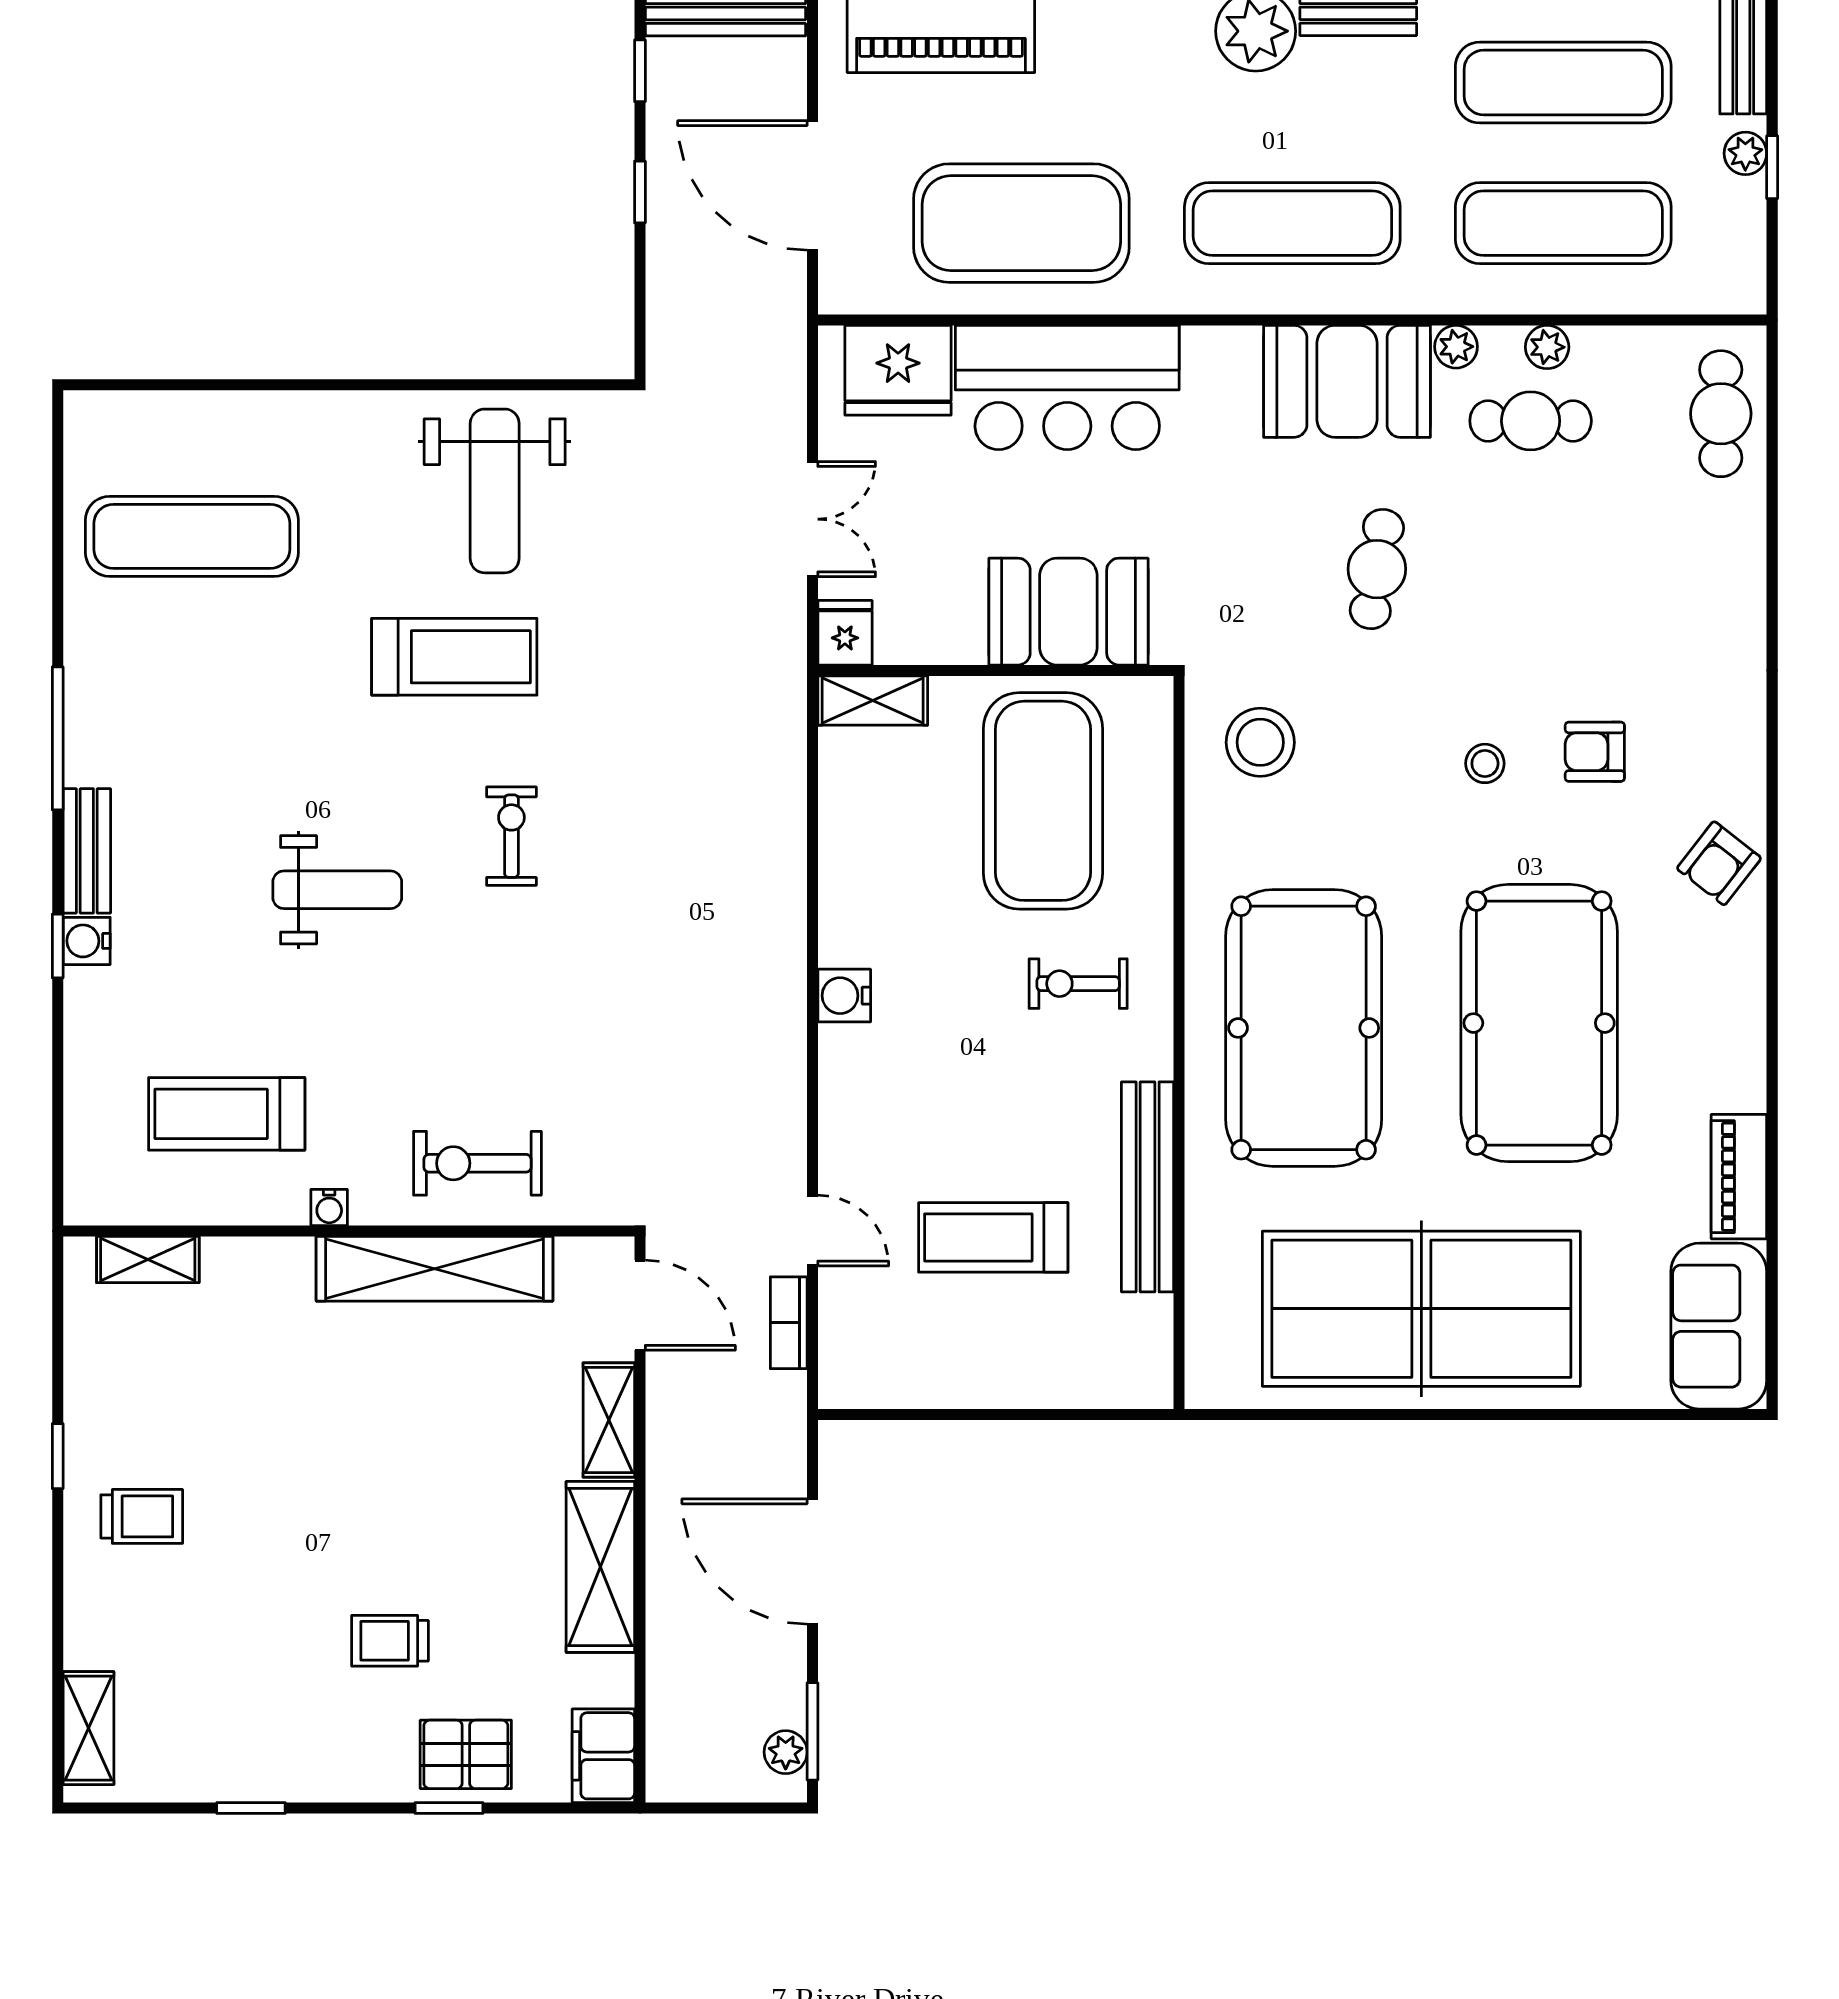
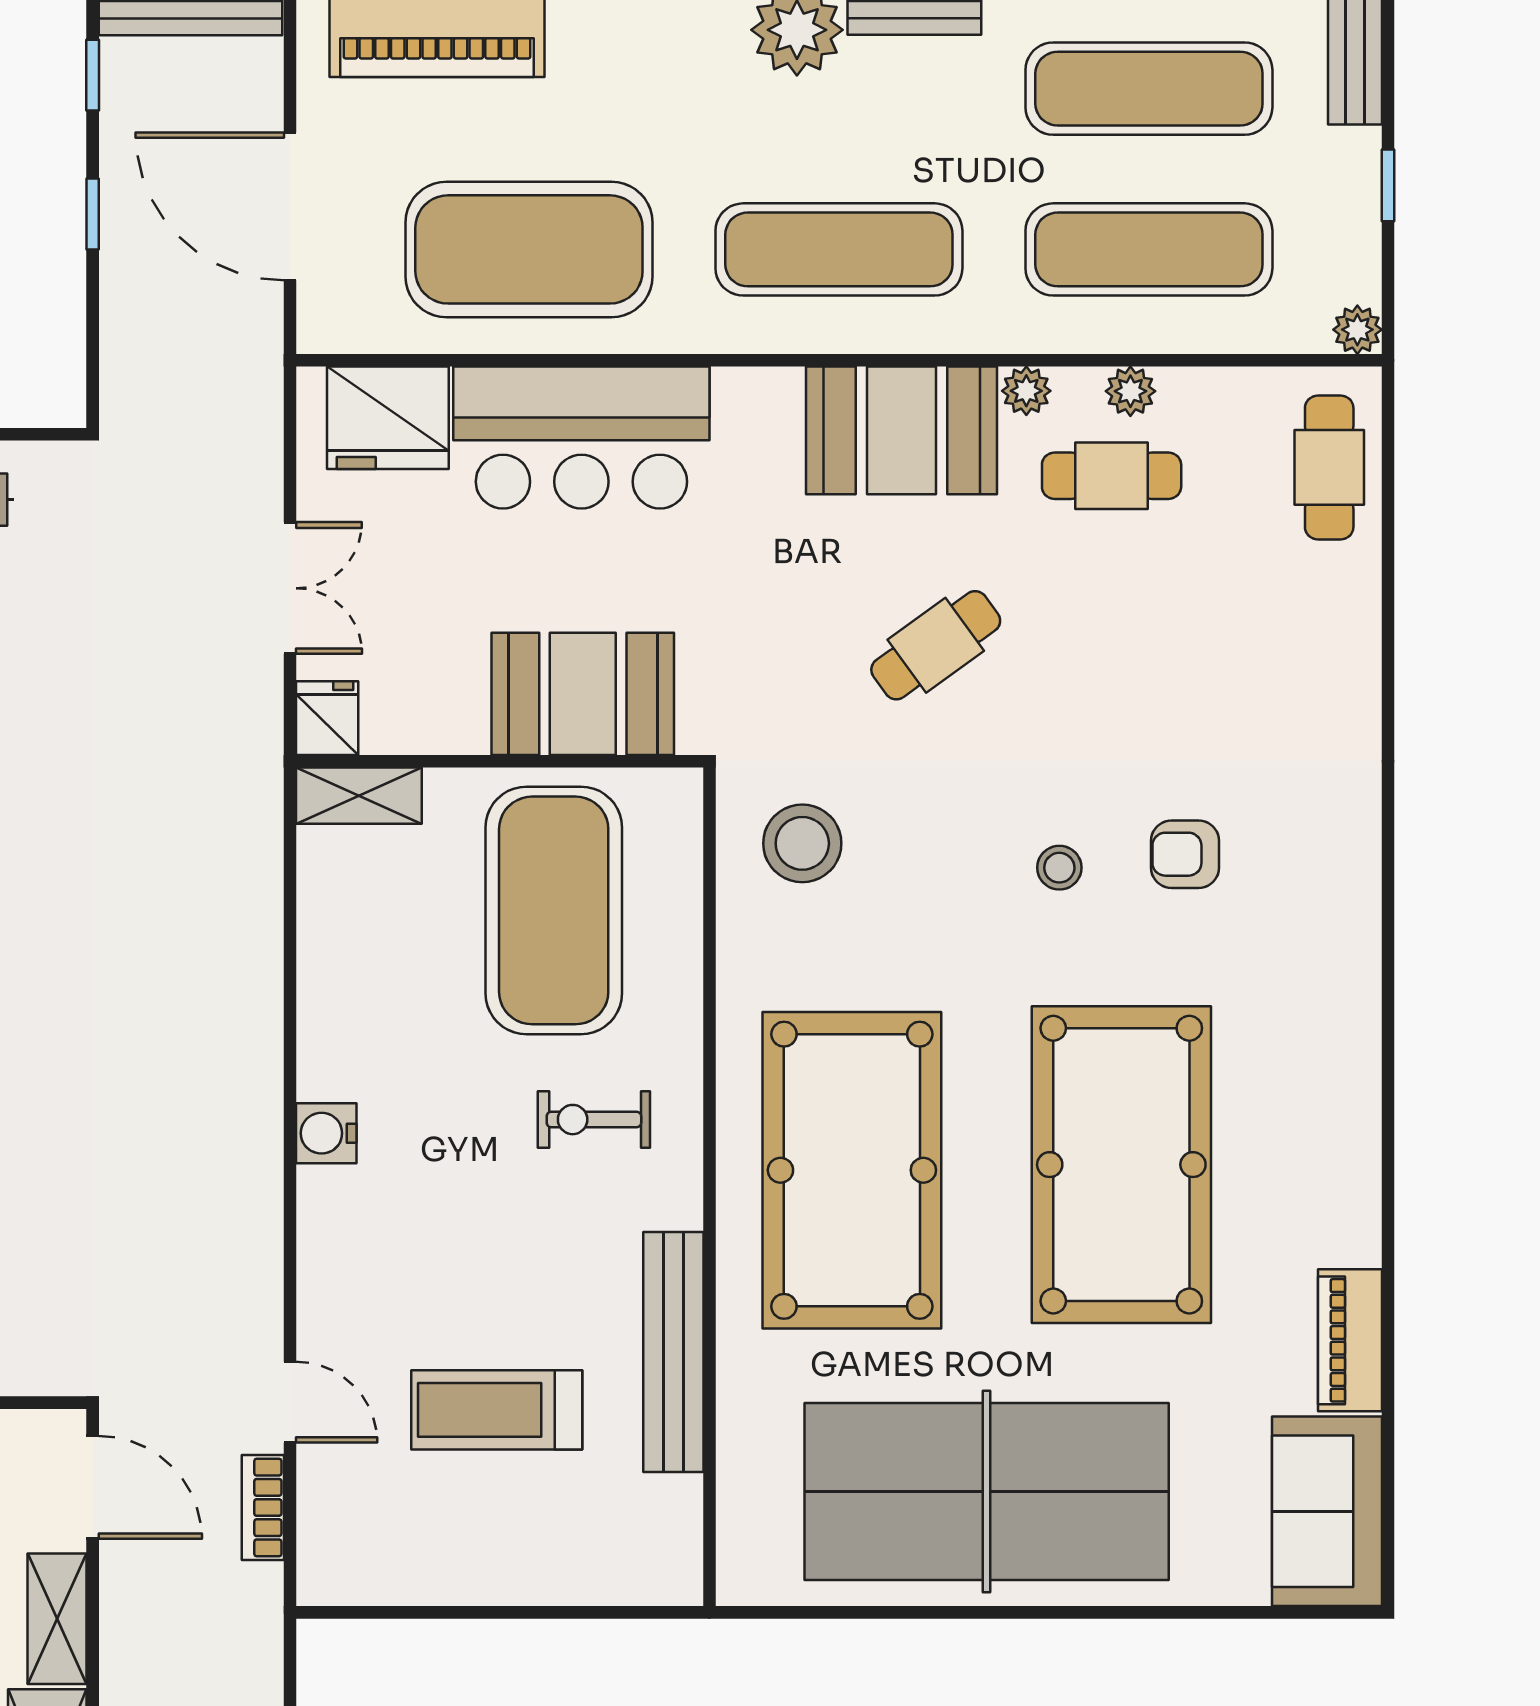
plant: (1745, 153) -> (1357, 330), moved
cafe table: (1377, 569) -> (936, 645), turned 45
armchair: (1719, 863) -> (1327, 982), removed

